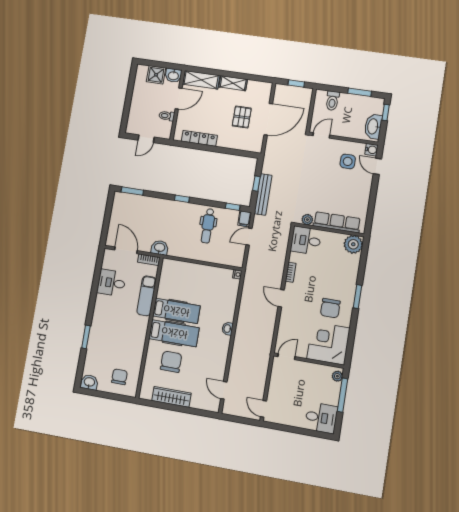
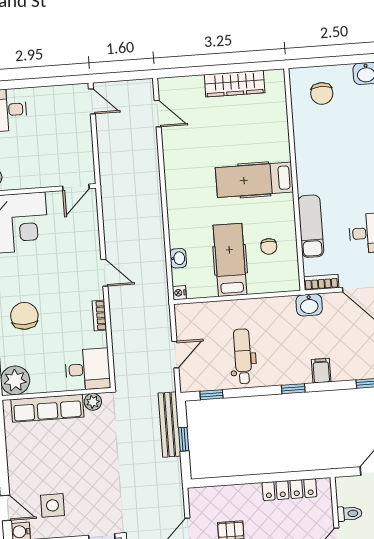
filing cabinet: (244, 219) -> (321, 371), moved
chair: (330, 308) -> (24, 316), moved
hospital bed: (176, 311) -> (230, 260), moved, turned 90
washbasin: (228, 329) -> (178, 258), moved
chair: (171, 362) -> (269, 246), moved, width x0.54, depth x0.54

